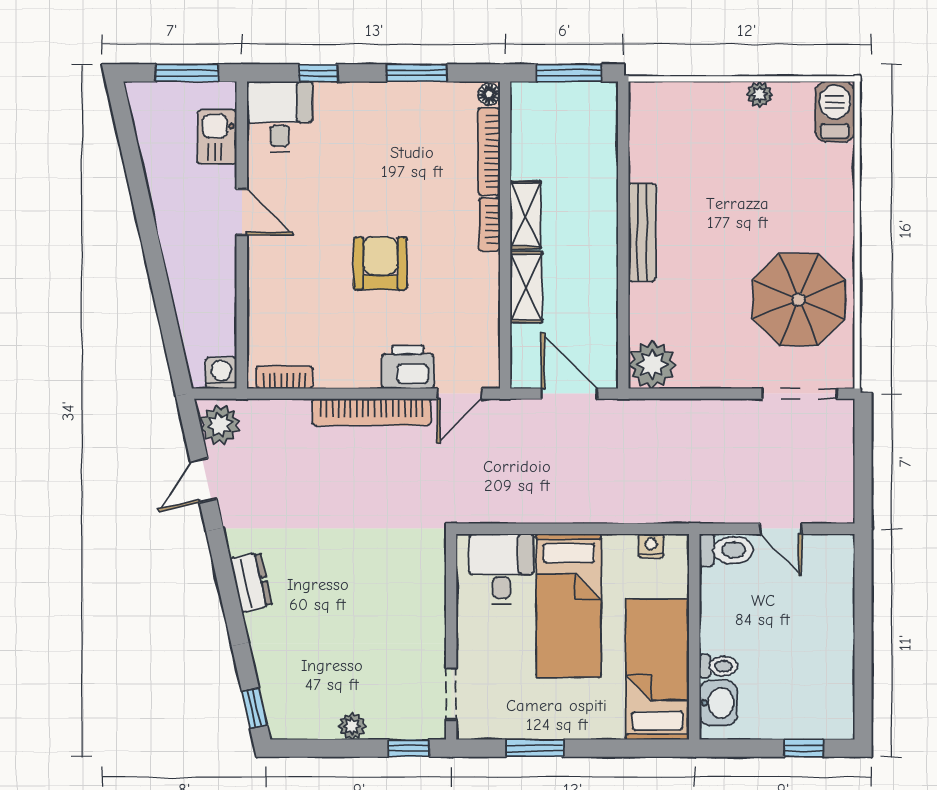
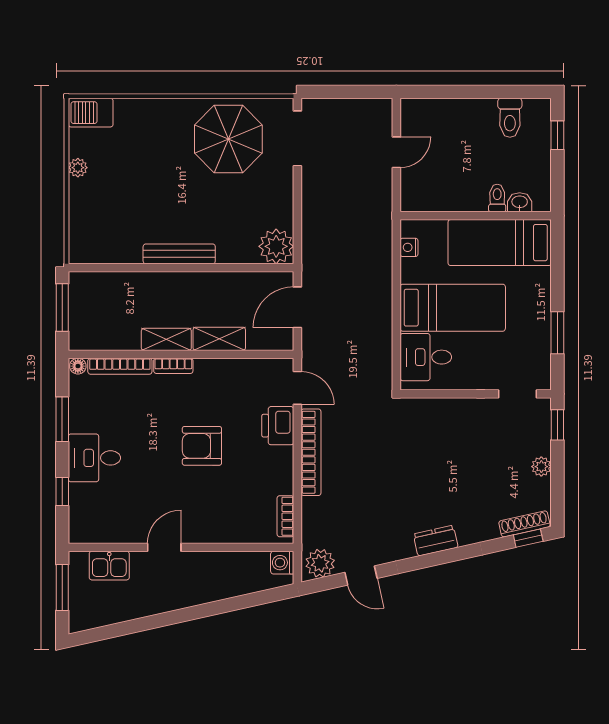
desk: (280, 117) -> (94, 458), moved
toilet: (726, 550) -> (510, 118), moved, turned 180
shoe rack: (274, 703) -> (524, 524), added
washbasin: (718, 703) -> (520, 202), width x0.72, depth x0.69

